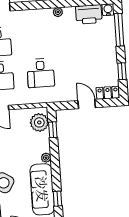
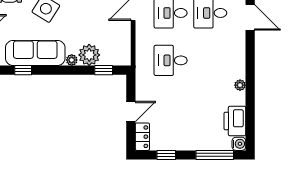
plant: (39, 122) -> (89, 55), moved

